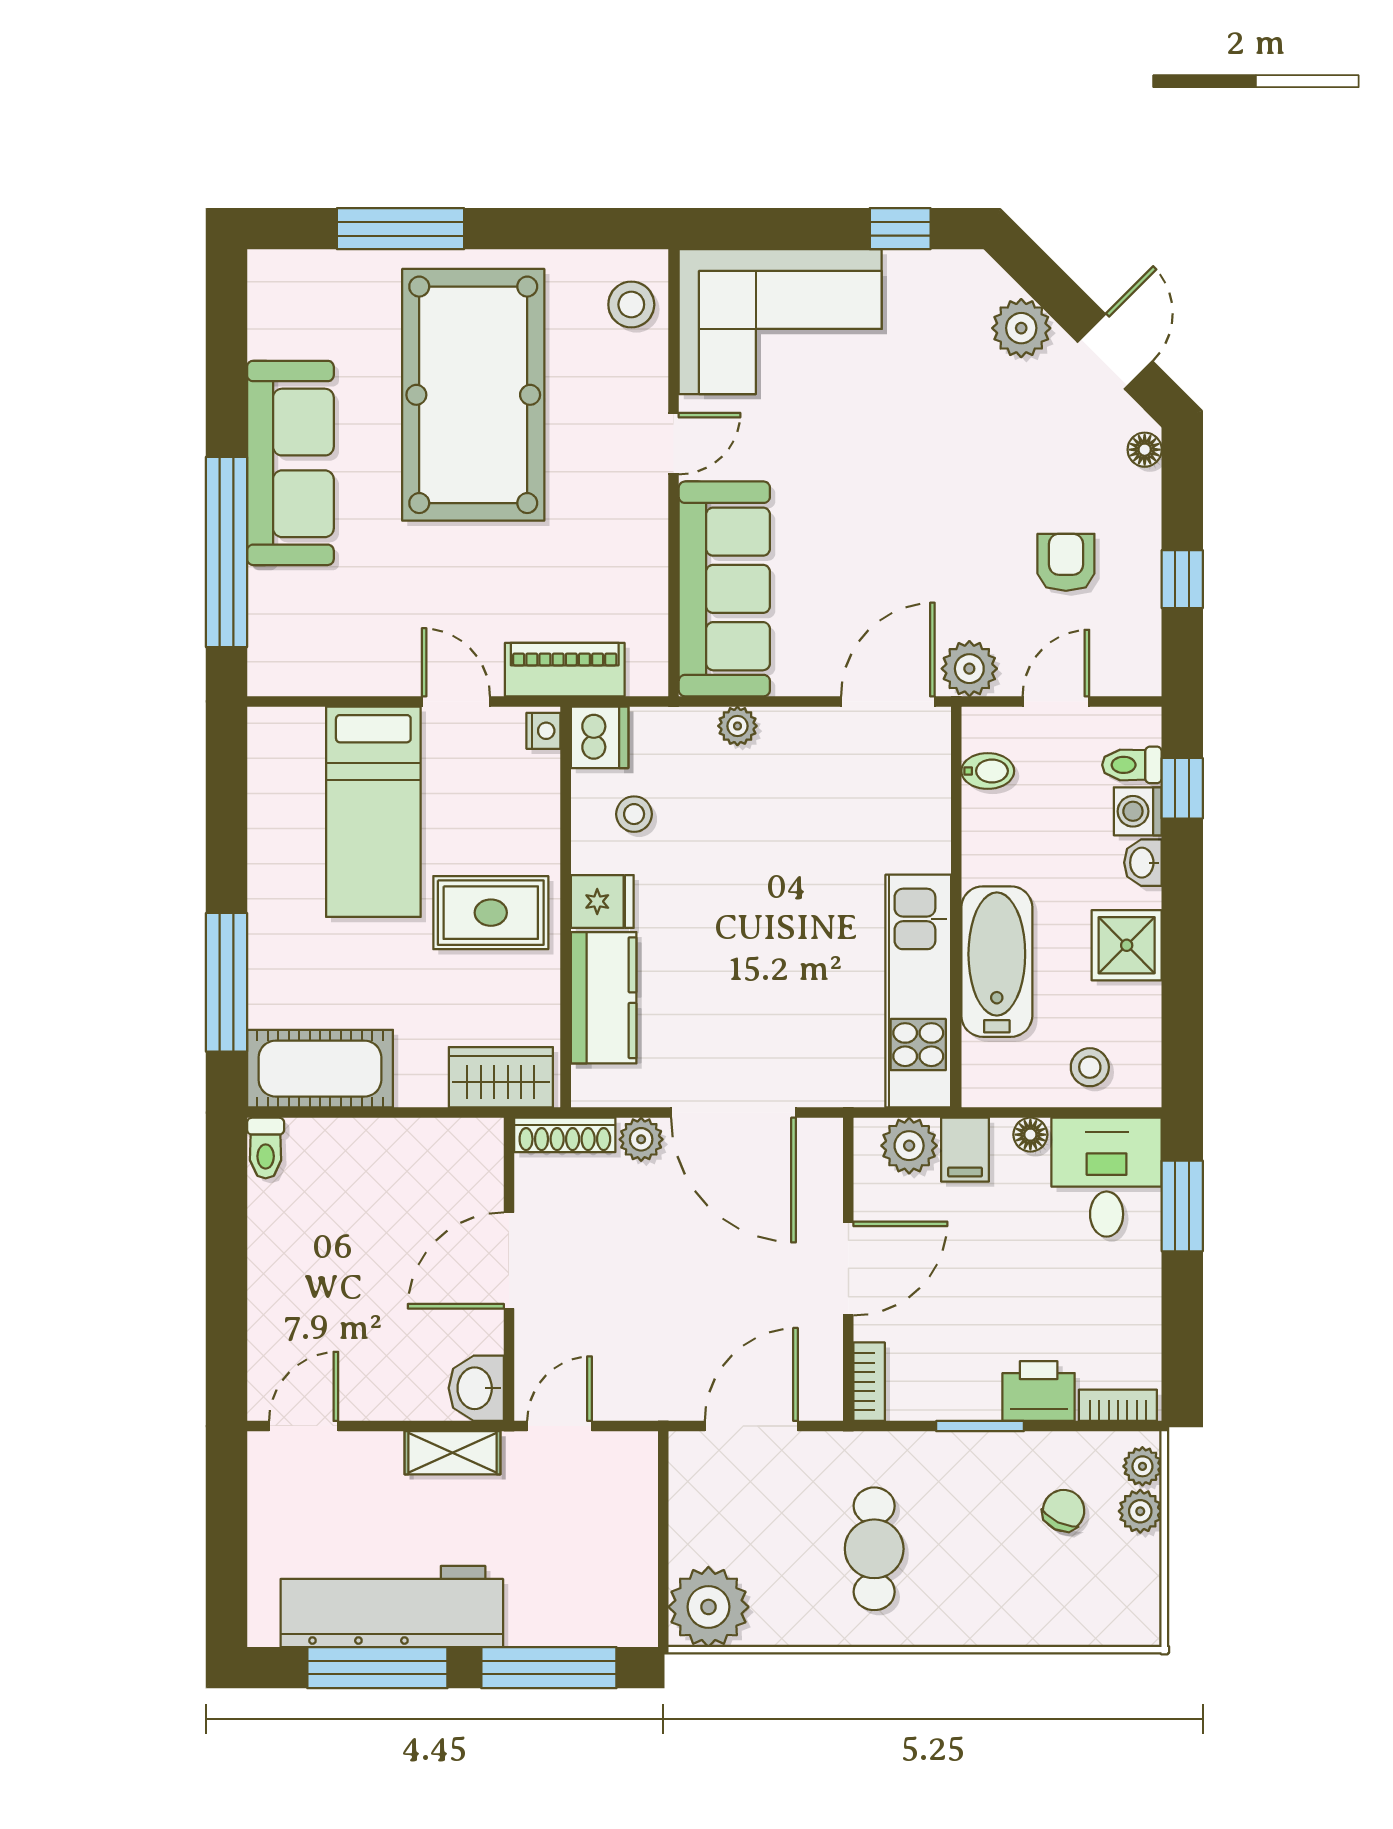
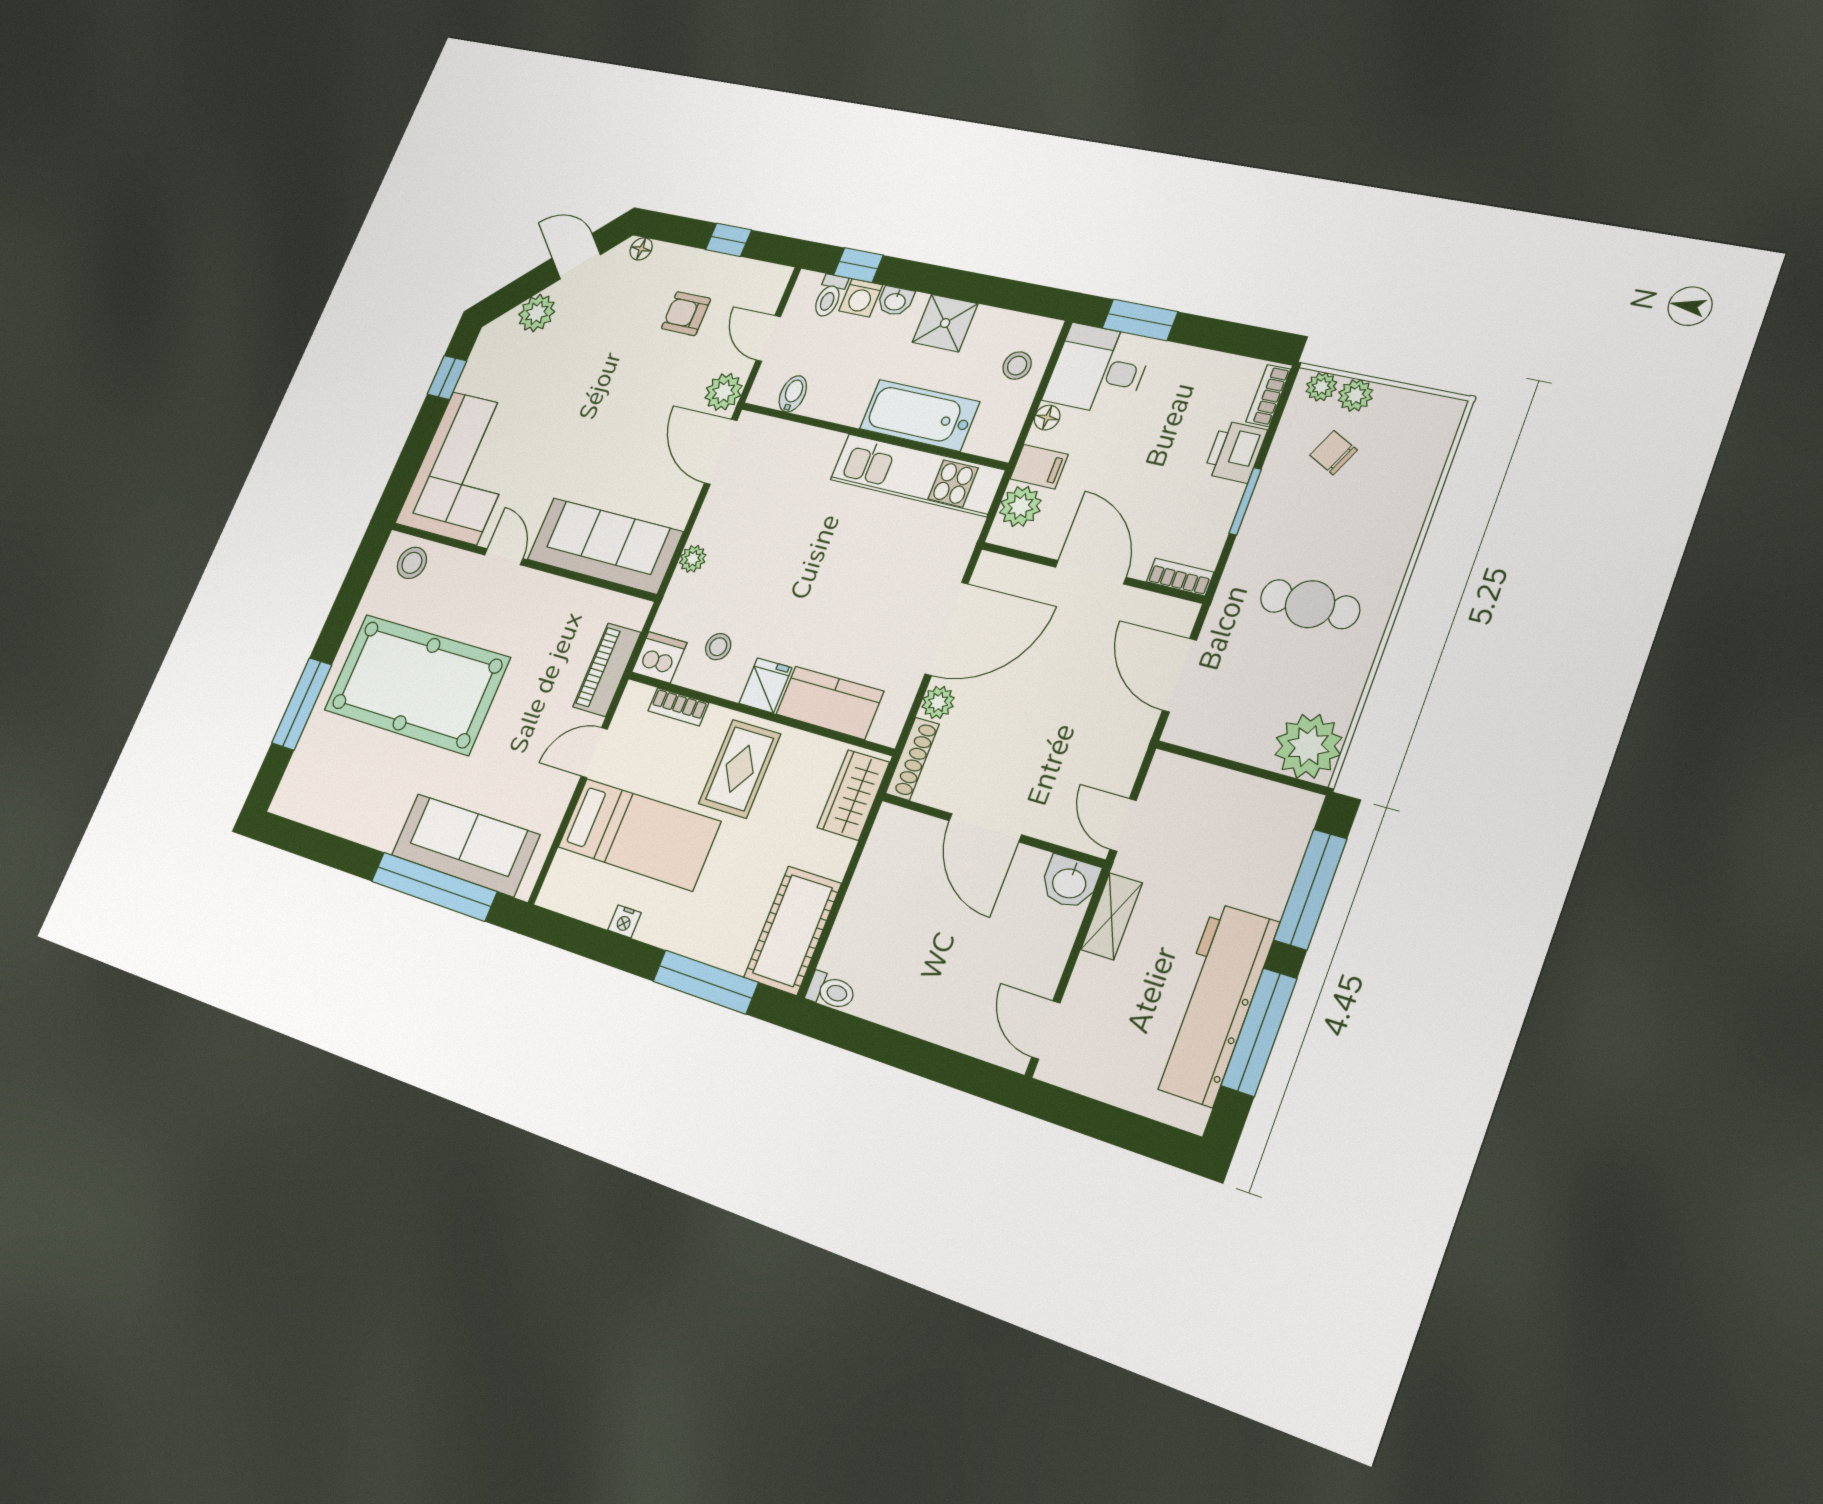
sofa: (290, 463) -> (465, 845), moved
nightstand: (543, 731) -> (624, 921), moved, turned 180
bookcase: (544, 793) -> (678, 707), added

